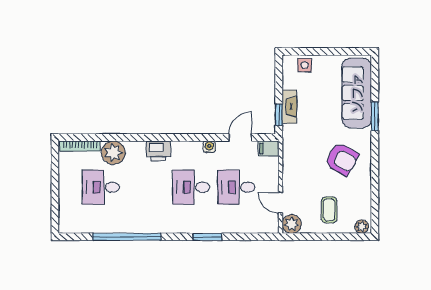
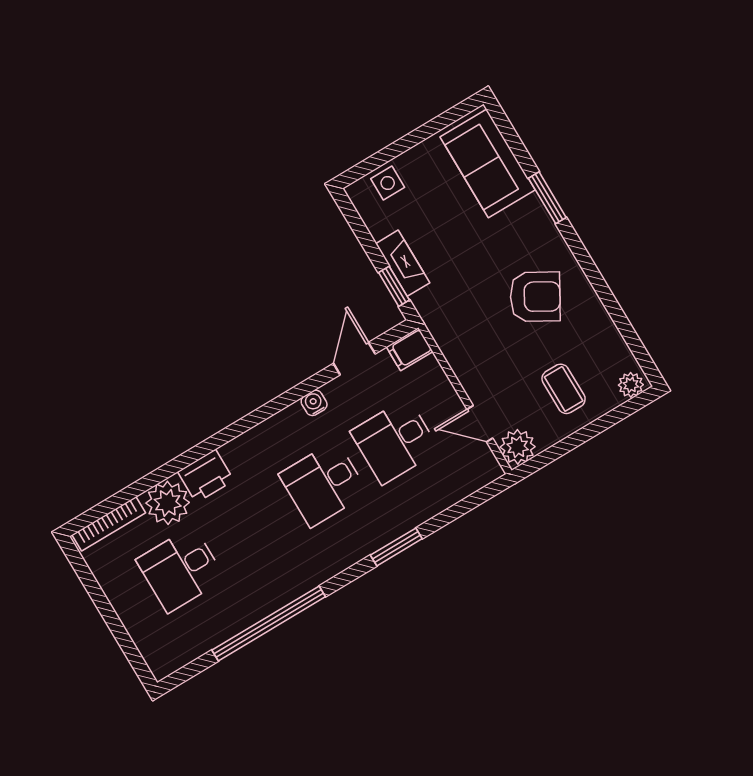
sofa: (357, 93) -> (488, 163), width x0.73
printer: (158, 151) -> (206, 476), moved

